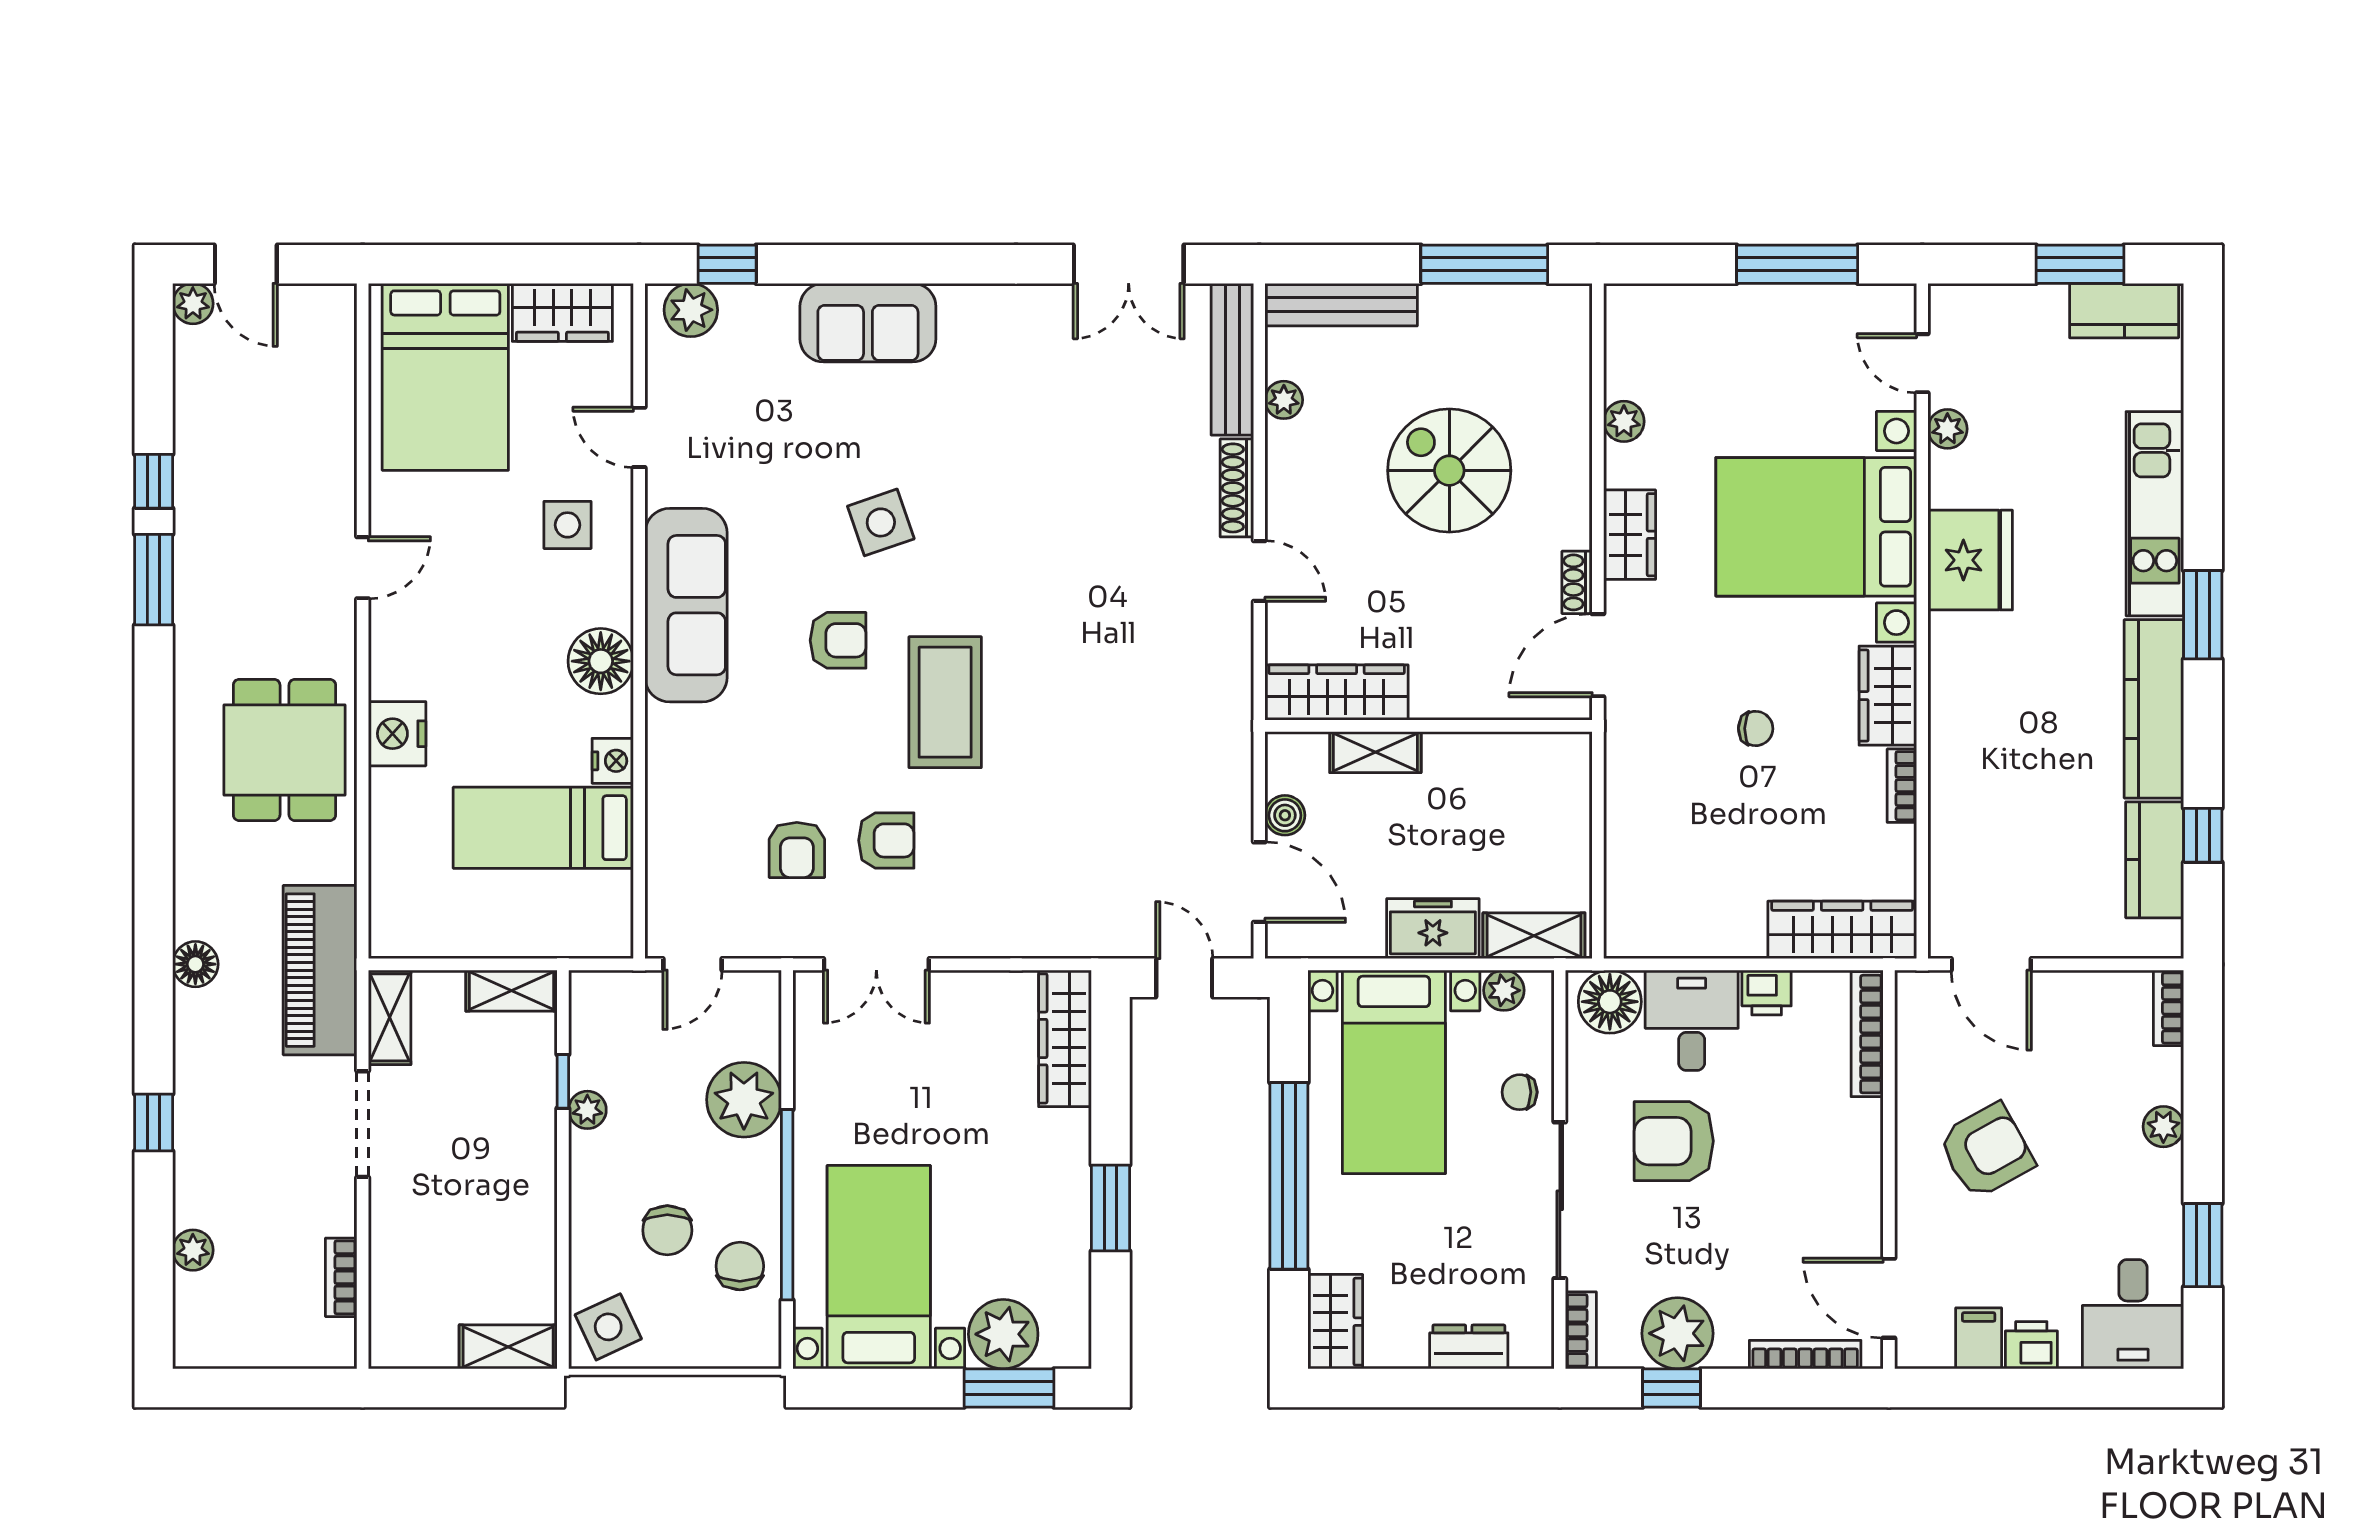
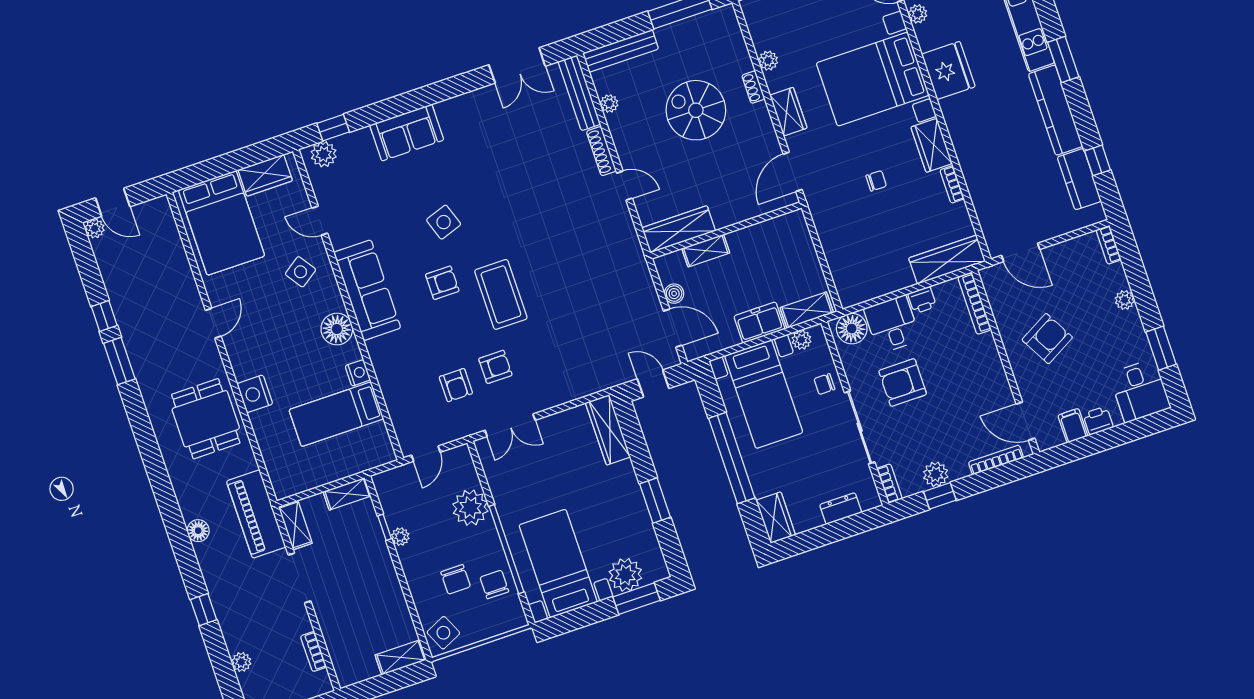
side table: (567, 525) -> (300, 272), turned -35
shoe rack: (1577, 582) -> (753, 87), moved
plant: (1678, 1333) -> (936, 474), width x0.73, depth x0.73

